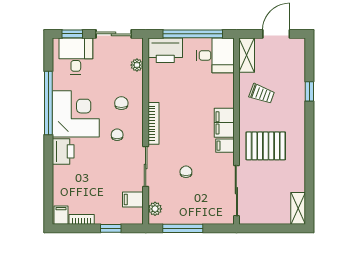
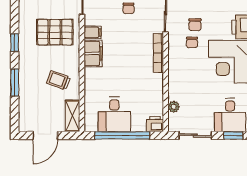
printer: (165, 50) -> (155, 124), width x0.53, depth x0.68
desk: (215, 55) -> (114, 114), moved, turned -90
window: (309, 91) -> (15, 82), width x1.50
chair: (121, 103) -> (195, 25), moved
window: (309, 135) -> (15, 43), added

